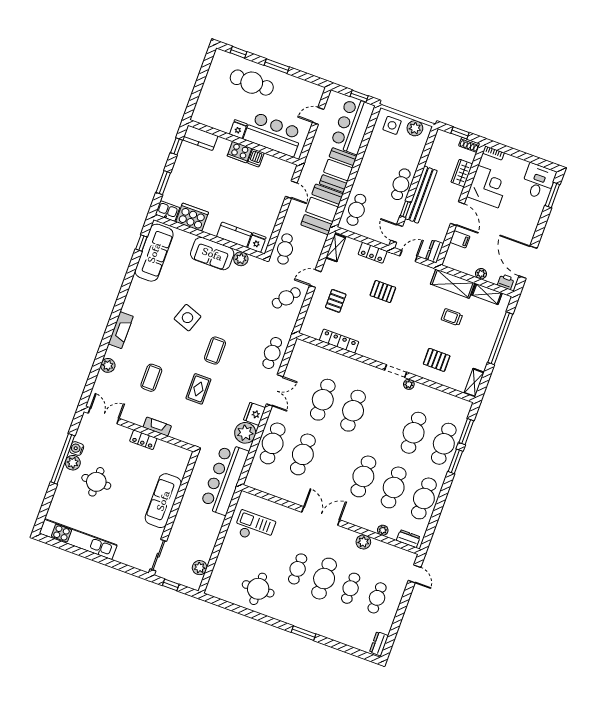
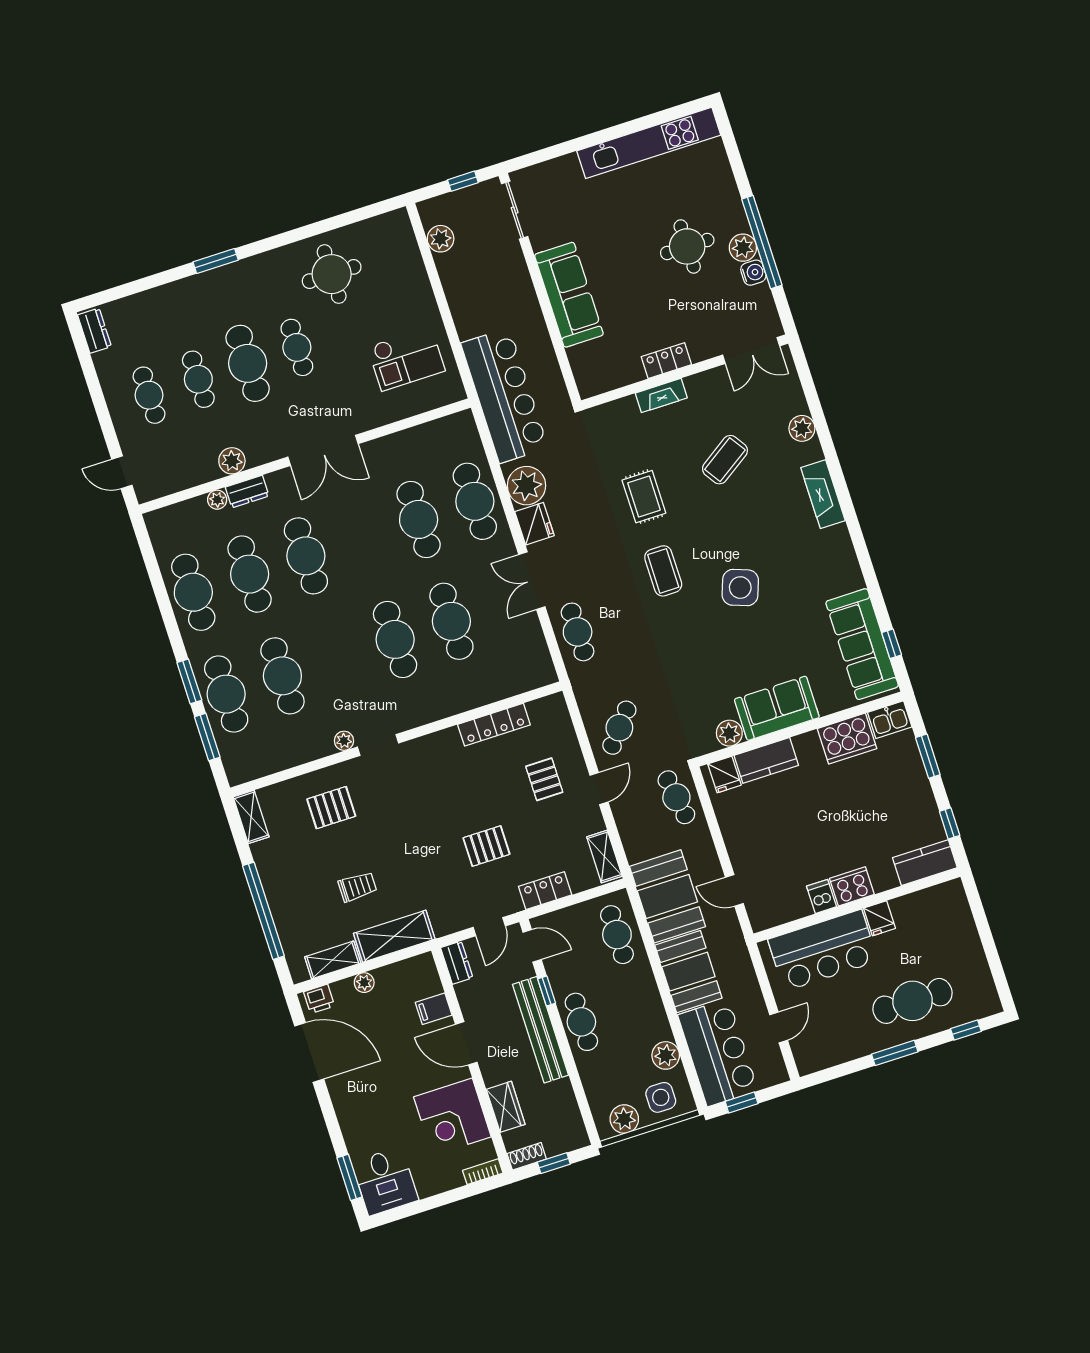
plant: (376, 142) -> (666, 1055), added
coffee table: (151, 378) -> (725, 460), turned 56
dresser: (408, 539) -> (247, 492), moved

